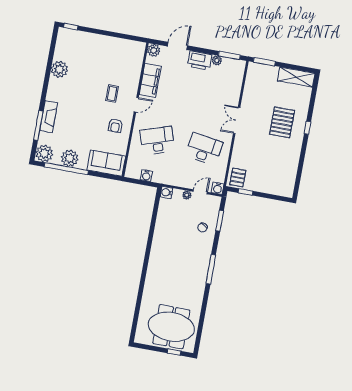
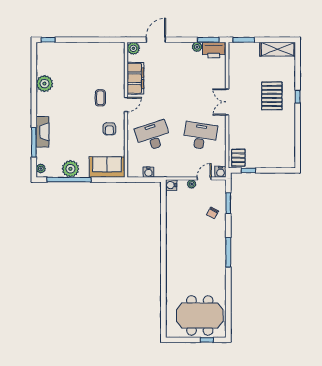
printer: (200, 60) -> (214, 50), moved
plant: (44, 153) -> (41, 169), width x0.53, depth x0.53

